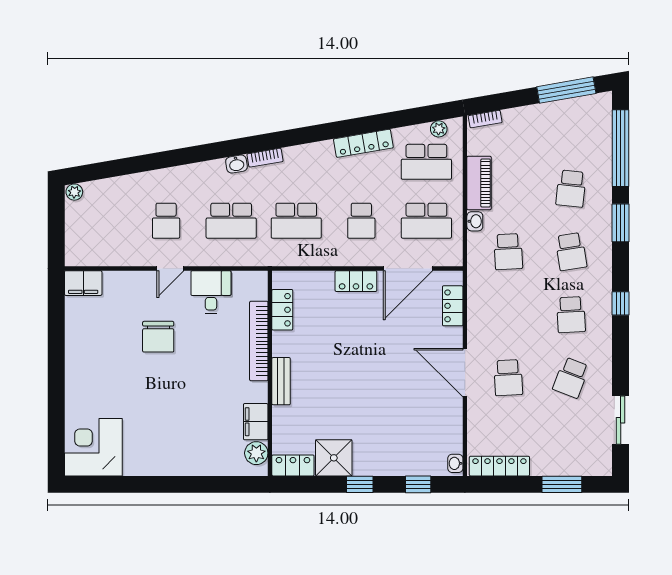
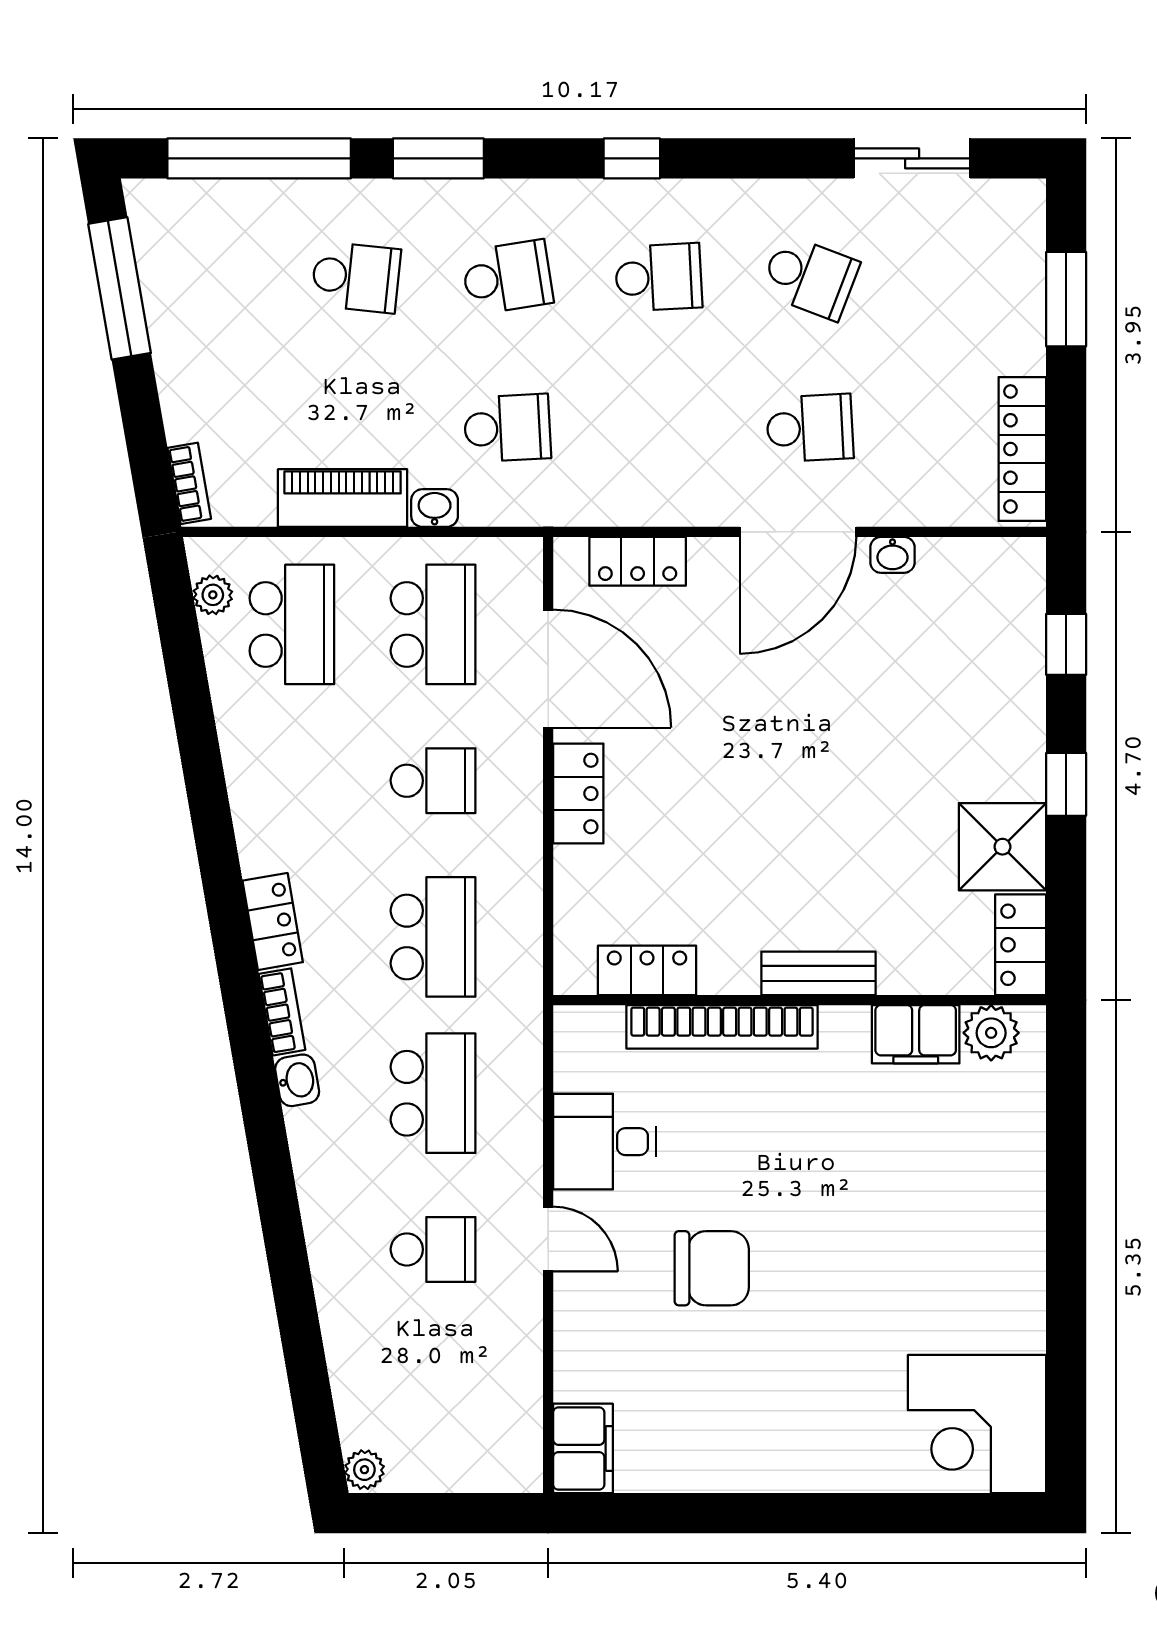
locker: (363, 143) -> (273, 921), moved, width x0.66
washbasin: (455, 463) -> (892, 555), moved

